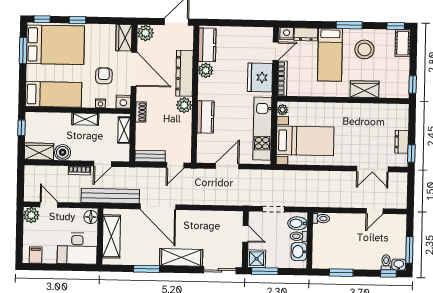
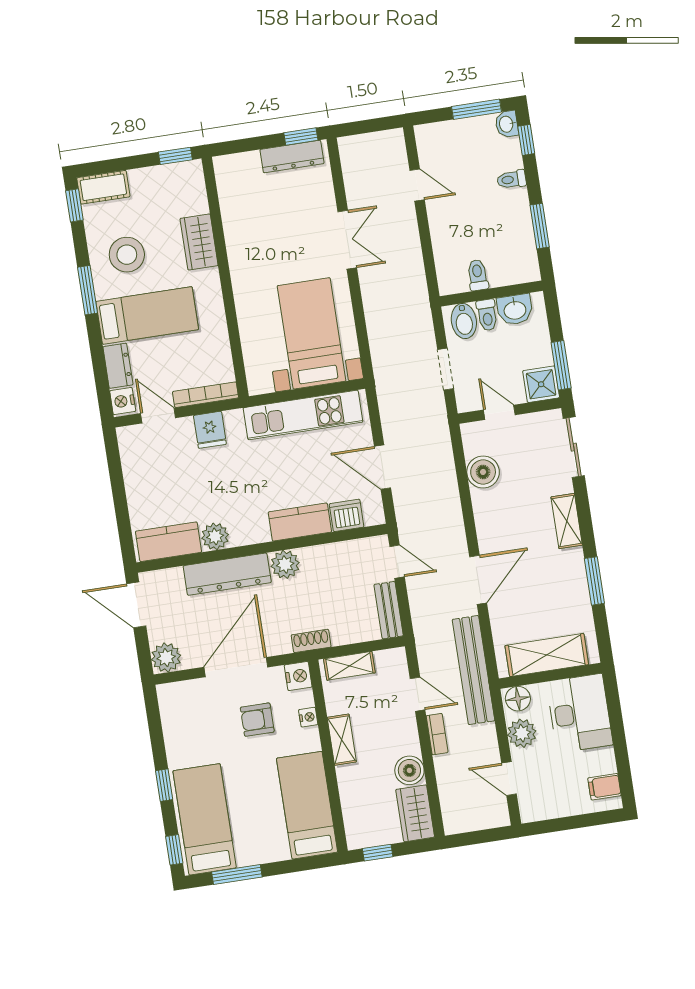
wardrobe: (124, 38) -> (182, 695), removed
bed: (55, 45) -> (205, 819), width x0.67
fridge: (260, 77) -> (210, 430), width x0.53, depth x0.75
plant: (283, 110) -> (262, 384), removed
dresser: (402, 142) -> (292, 156), width x1.44
dishwasher: (205, 143) -> (347, 515), added
double door: (372, 169) -> (347, 240), moved
door: (49, 205) -> (509, 779), hinge flipped
door: (158, 207) -> (478, 580), width x0.73
plant: (31, 215) -> (522, 733), moved
toilet: (321, 219) -> (478, 275), moved
boiler: (215, 220) -> (483, 472), added
door: (245, 234) -> (499, 412), hinge flipped
shelving: (181, 257) -> (567, 521), width x0.67, depth x0.75
toilet: (386, 262) -> (512, 179), moved

